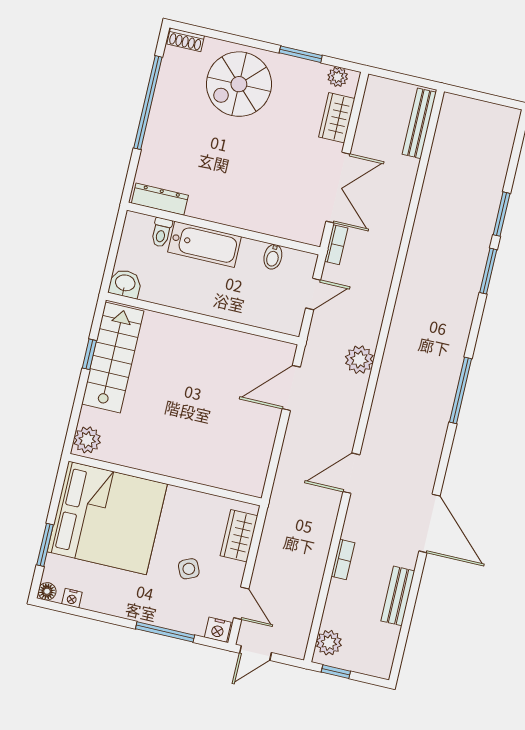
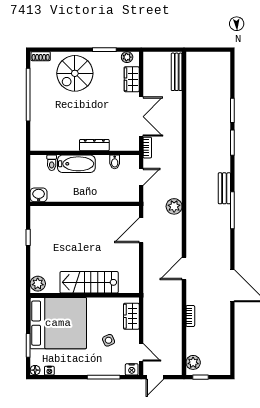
dresser: (160, 199) -> (94, 145), moved
stairs: (113, 357) -> (89, 282), moved, turned -90
bench: (398, 596) -> (224, 188), moved

